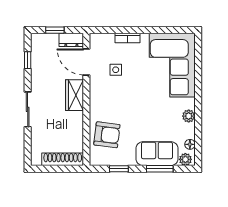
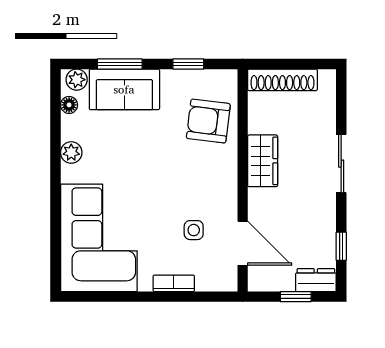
dresser: (71, 40) -> (316, 280), moved
wardrobe: (75, 95) -> (263, 161), moved

